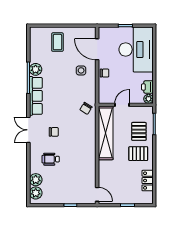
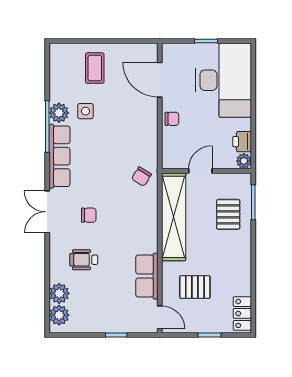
side table: (81, 70) -> (85, 111), moved
pallet: (138, 154) -> (195, 287), moved
row of seats: (89, 169) -> (147, 276), added
locker: (148, 181) -> (242, 313), moved

